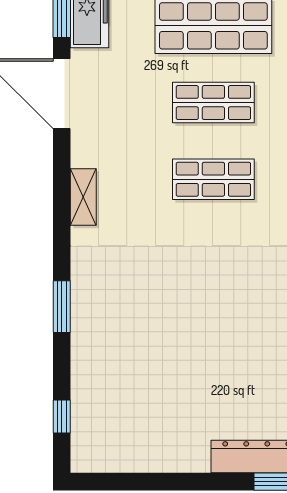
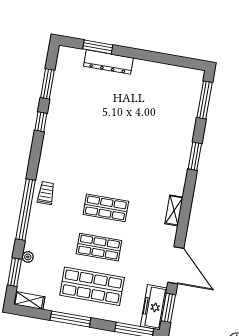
window: (62, 416) -> (205, 100), width x2.17

